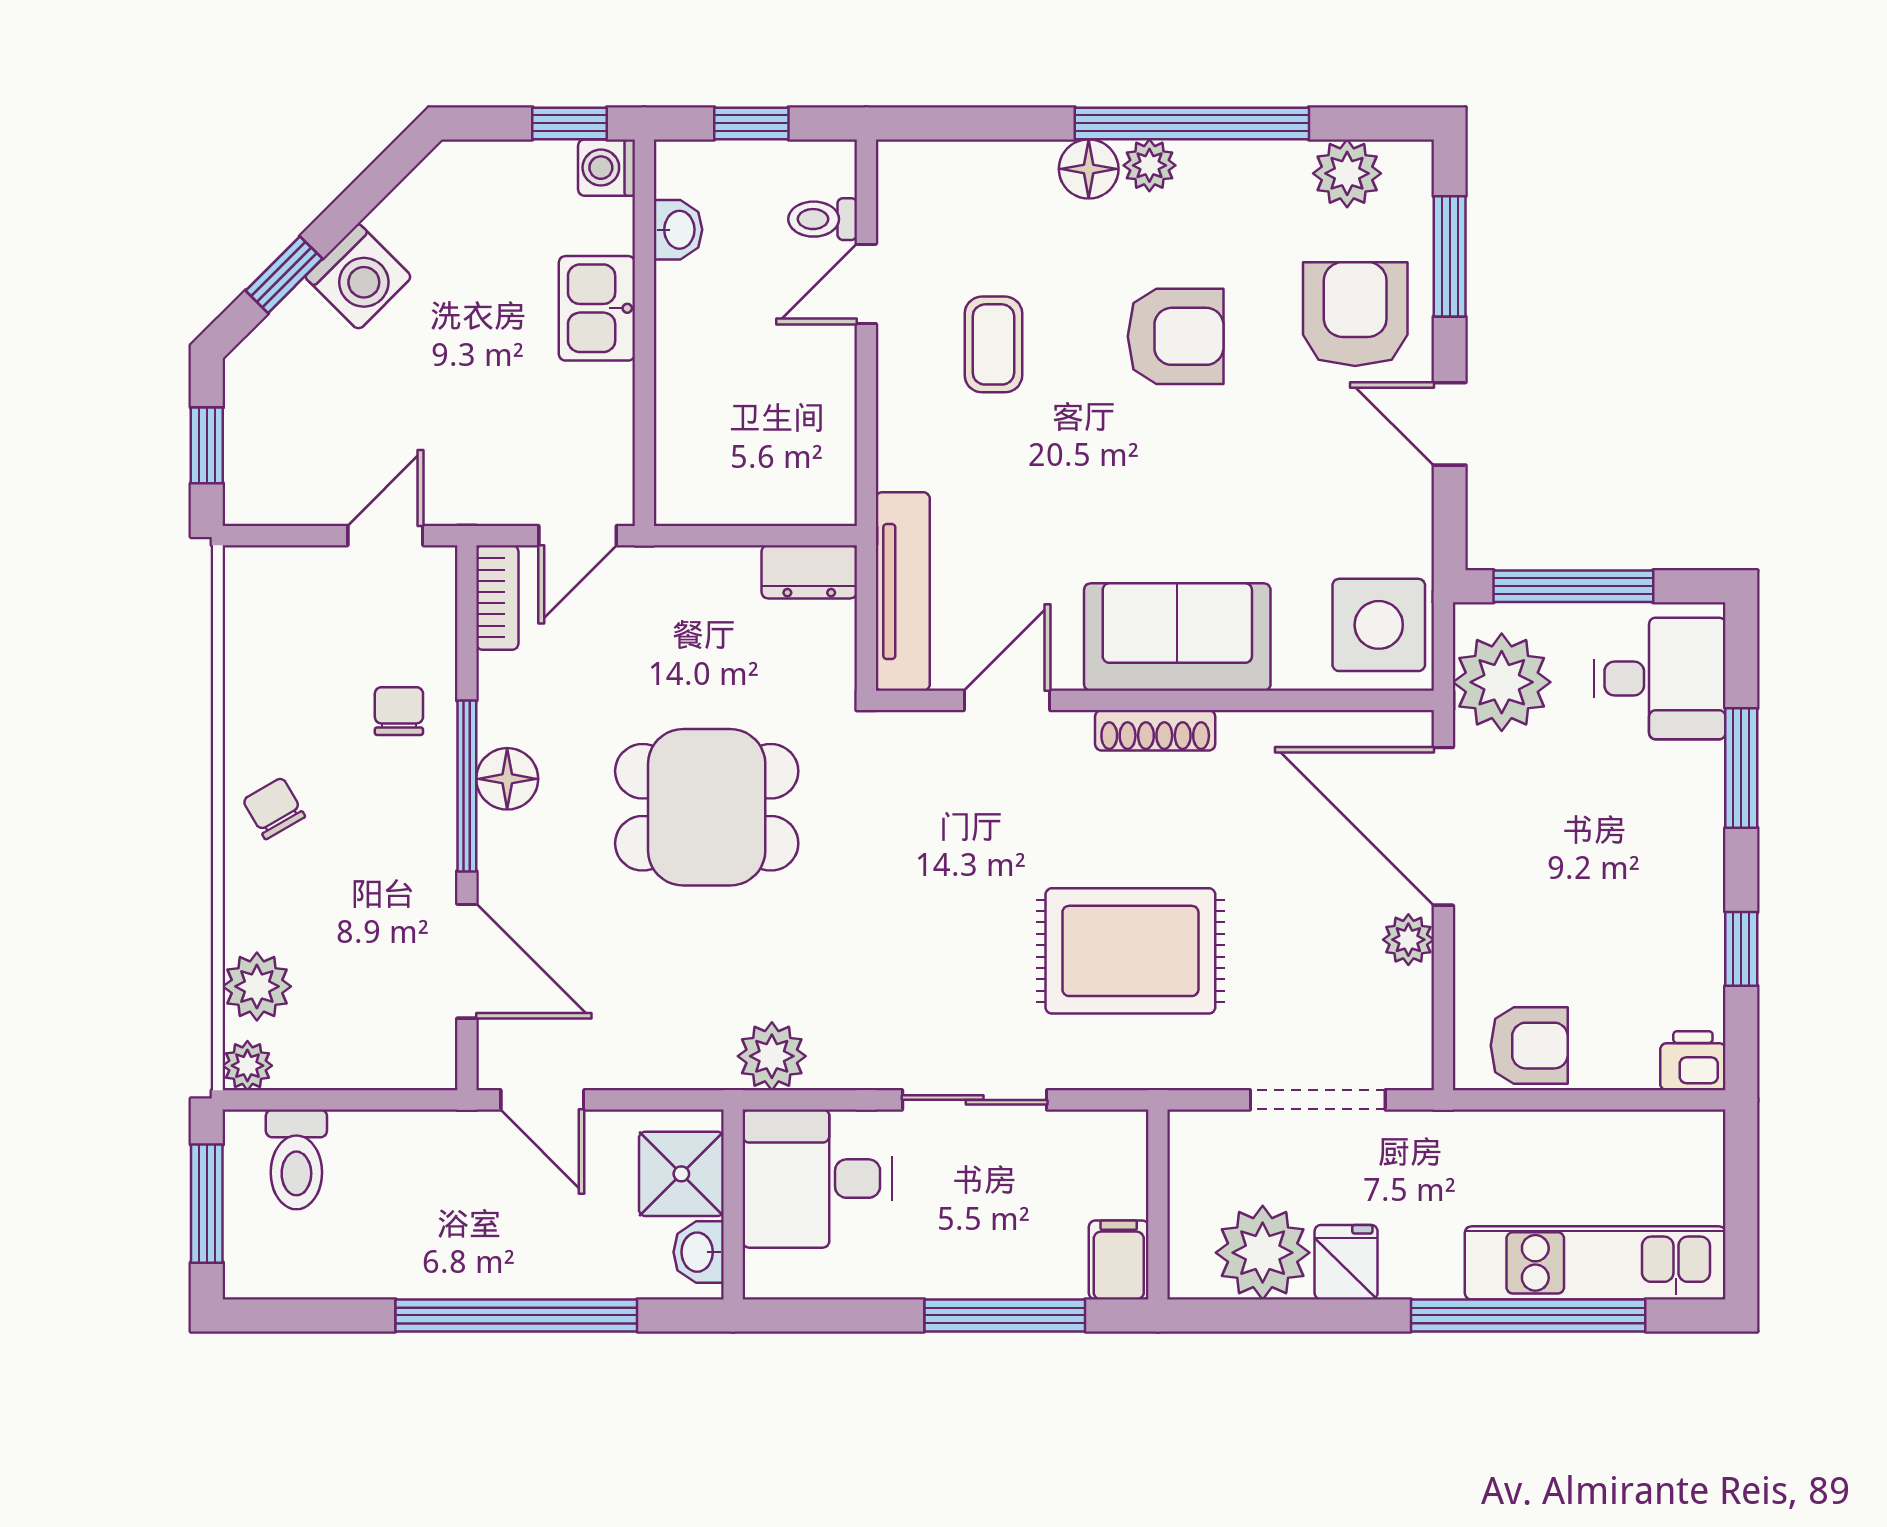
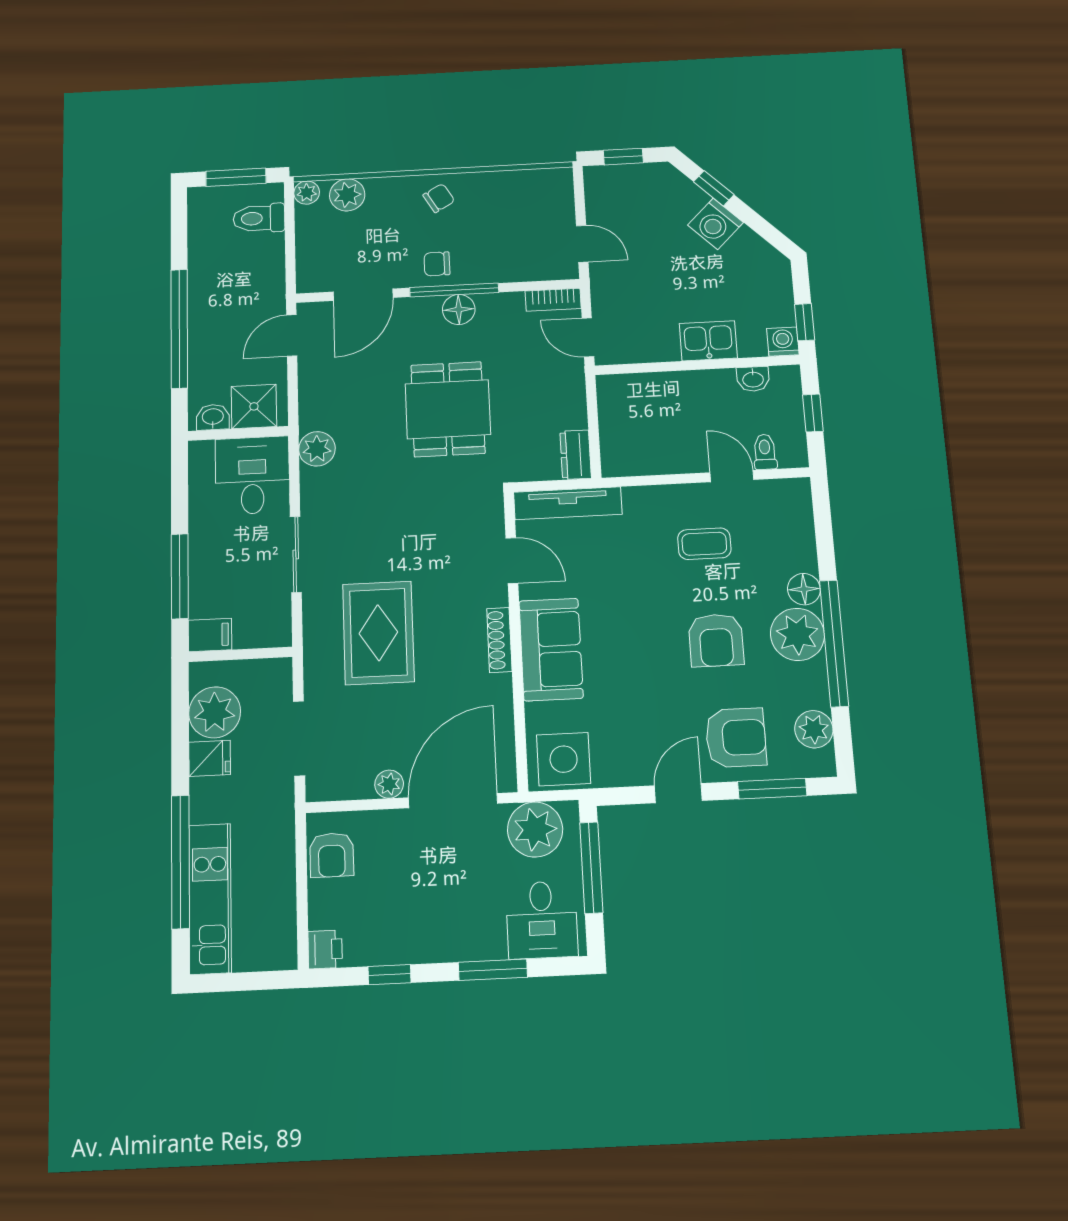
plant: (1149, 165) -> (797, 634), width x1.87, depth x1.87
chair: (399, 711) -> (437, 264), moved, turned 180

